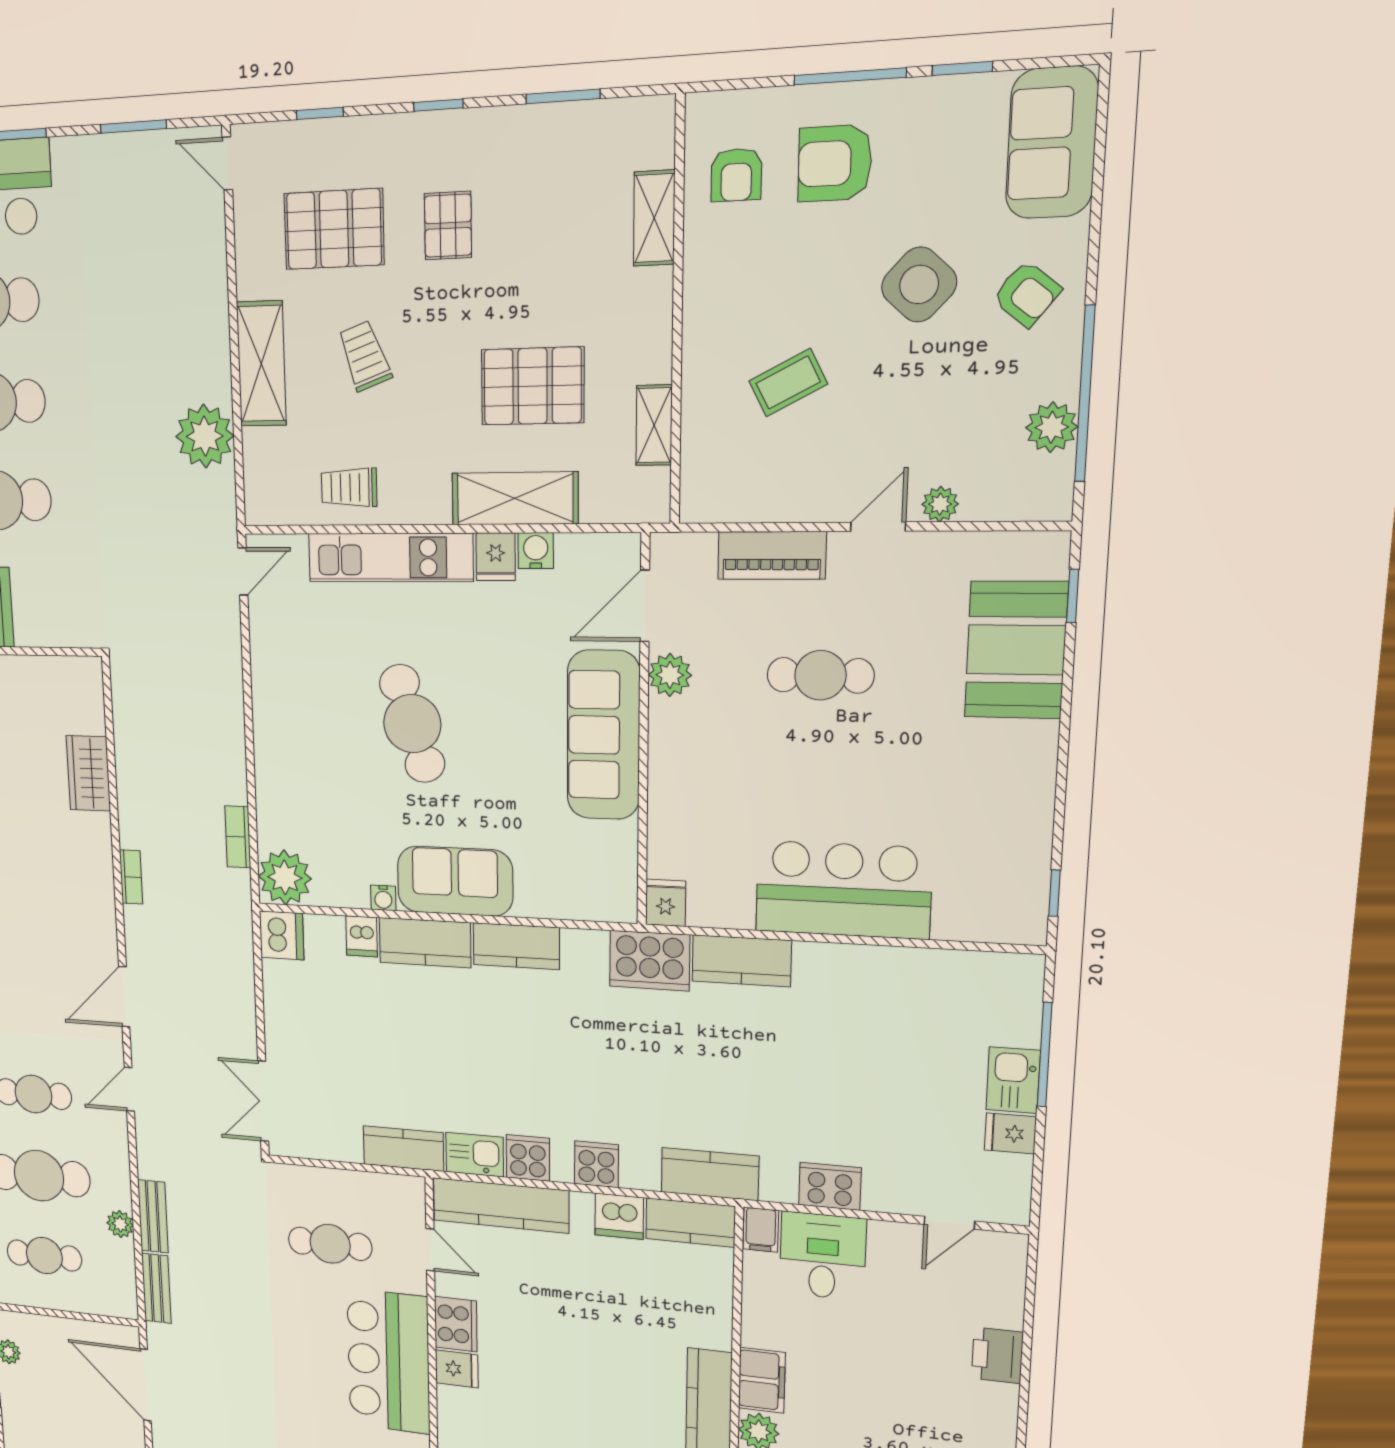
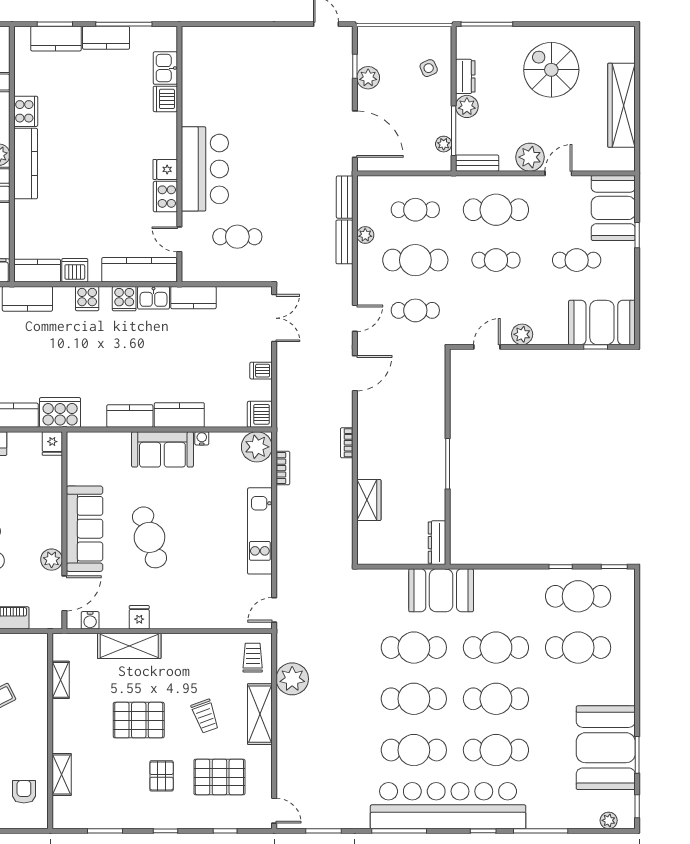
pallet: (533, 386) -> (139, 720), moved
trolley: (349, 487) -> (253, 658), moved, turned -90
water cooler: (536, 551) -> (90, 620), moved
kitchen unit: (390, 557) -> (260, 531), moved, turned -90
cafe table: (412, 724) -> (149, 537), moved
dishwasher: (362, 936) -> (261, 371), moved, turned -90

